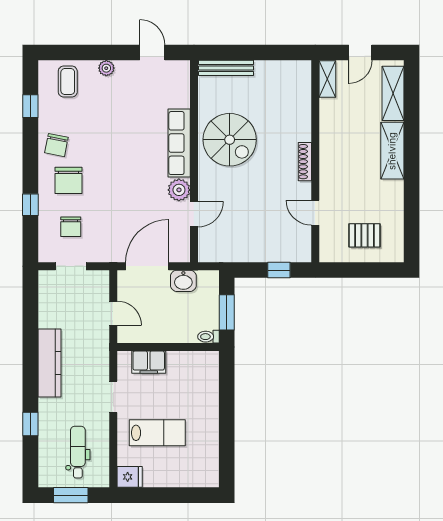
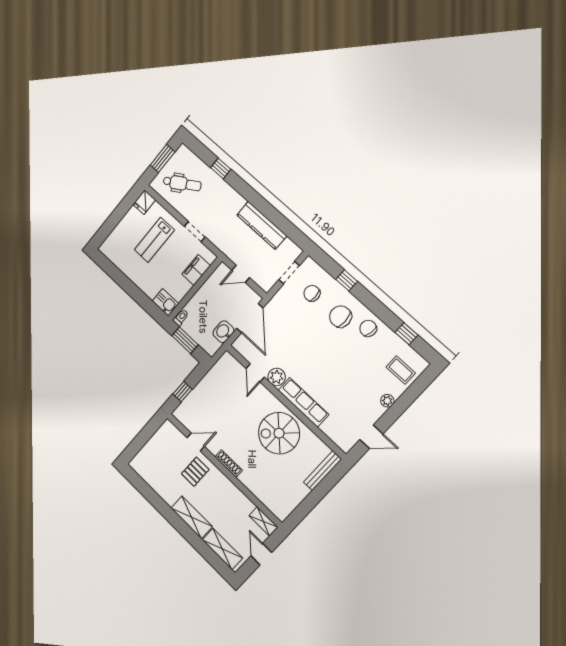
pallet: (364, 235) -> (195, 472), moved
kitchen counter: (49, 363) -> (262, 225), moved
kitchen sink: (208, 366) -> (165, 302), added
dental chair: (78, 452) -> (182, 184), turned -30

